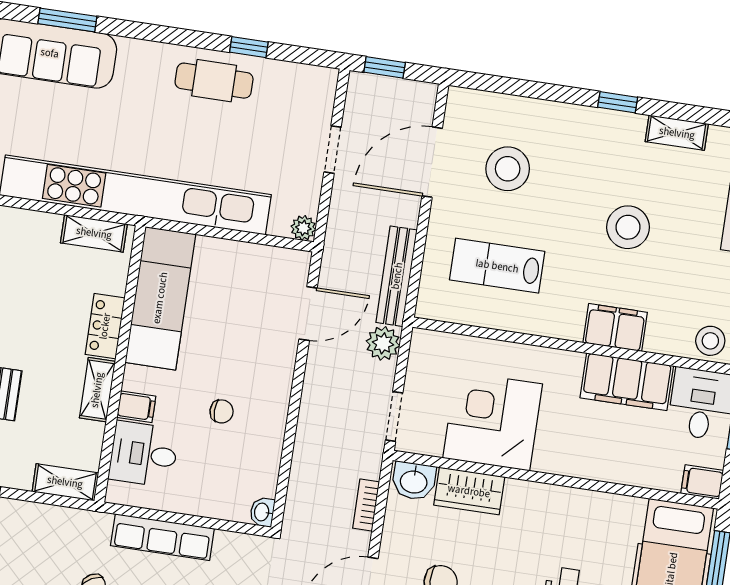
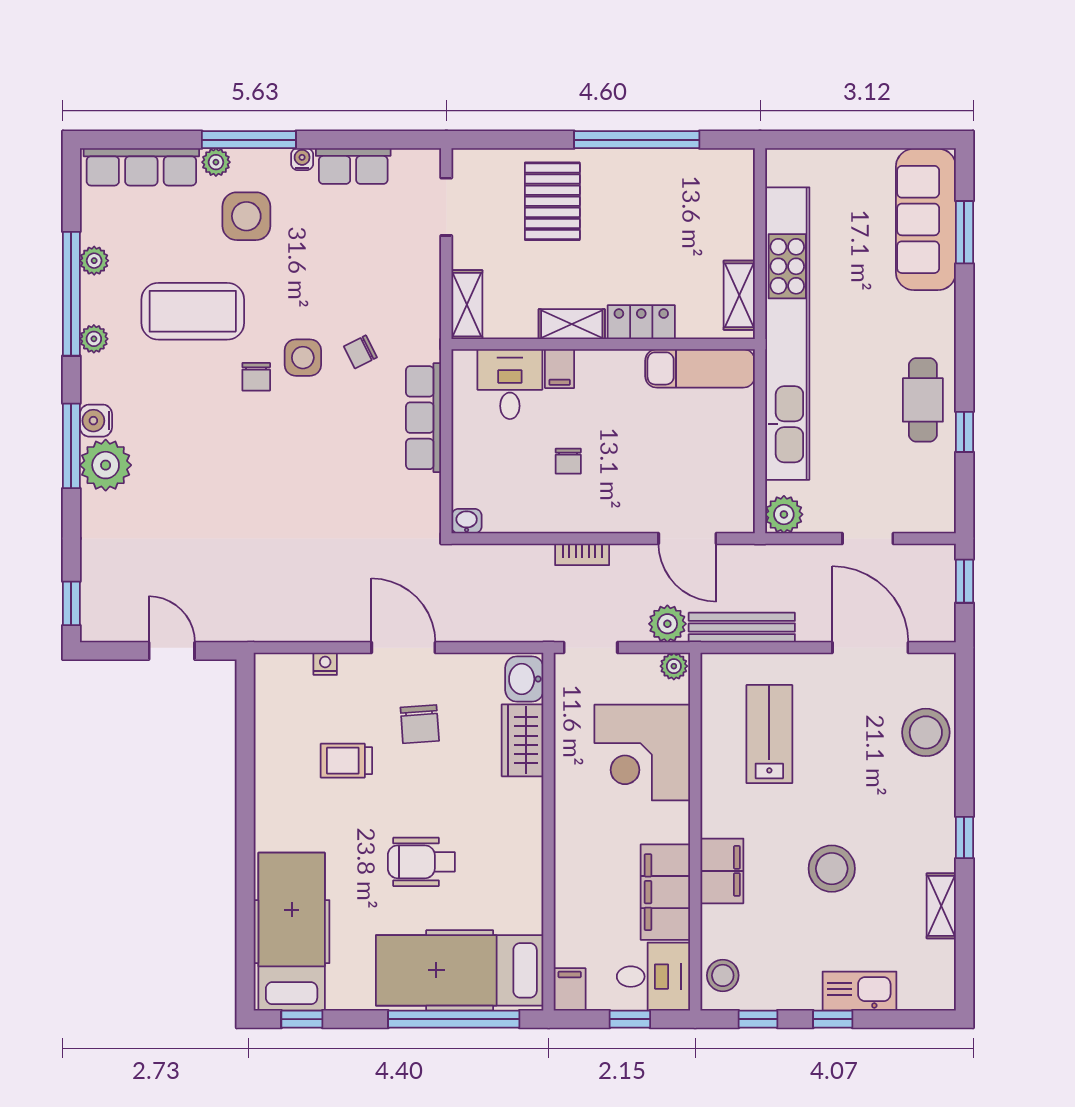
stool: (508, 169) -> (926, 732), moved
plant: (303, 228) -> (784, 514), width x1.38, depth x1.38
exam couch: (160, 298) -> (700, 368), width x0.73, depth x0.69
plant: (422, 343) -> (674, 666), added
corner desk: (493, 421) -> (642, 753), moved, turned 180
bookcase: (366, 505) -> (582, 554), moved, turned 180

